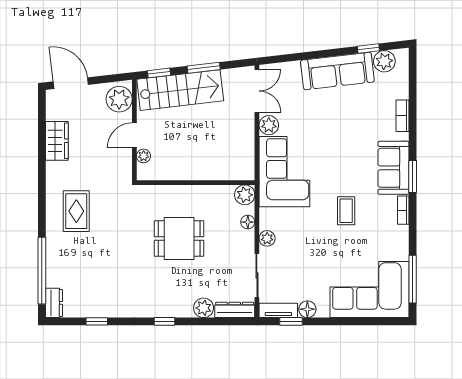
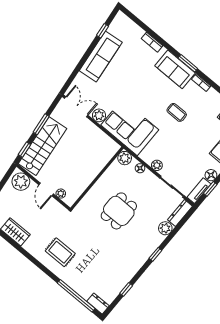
plant: (384, 61) -> (116, 28), removed

